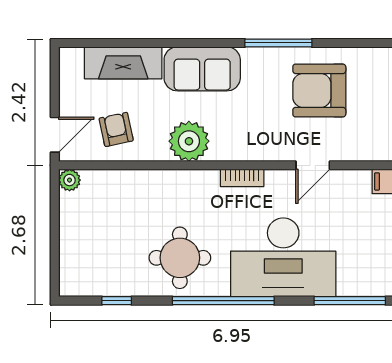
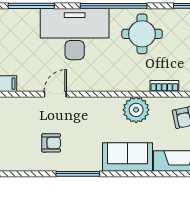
armchair: (319, 90) -> (51, 143), width x0.53, depth x0.53
bookcase: (242, 178) -> (164, 86), moved

